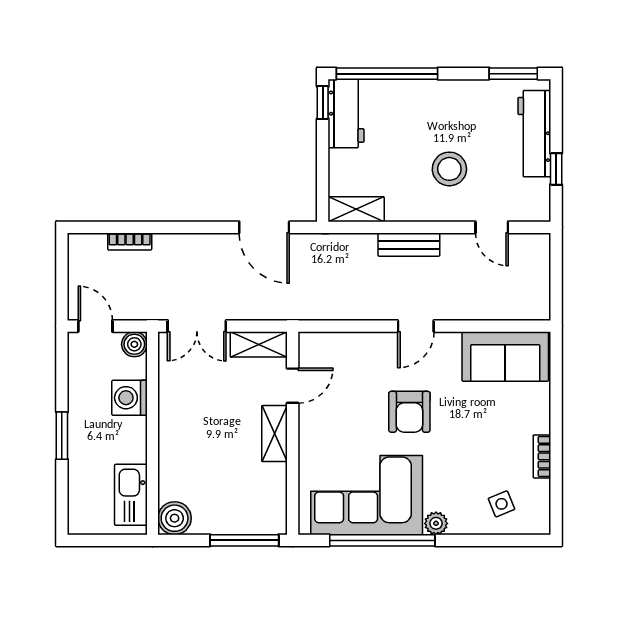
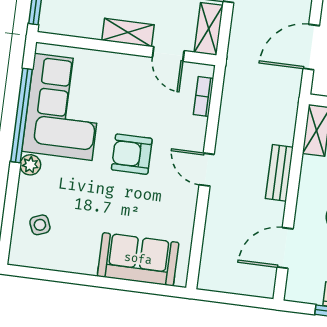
door: (492, 227) -> (285, 248), width x1.38
sofa: (505, 356) -> (138, 259), moved, turned 90
bookcase: (542, 456) -> (203, 96), moved, turned -90

